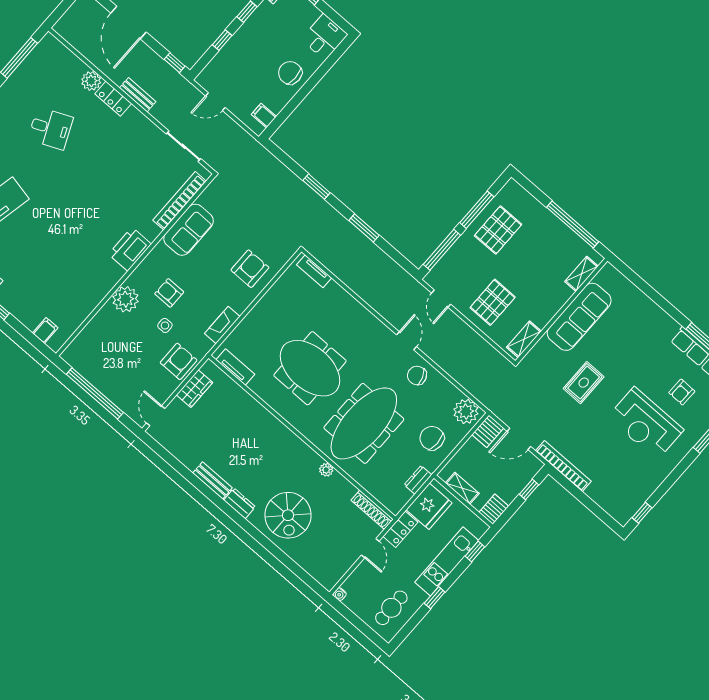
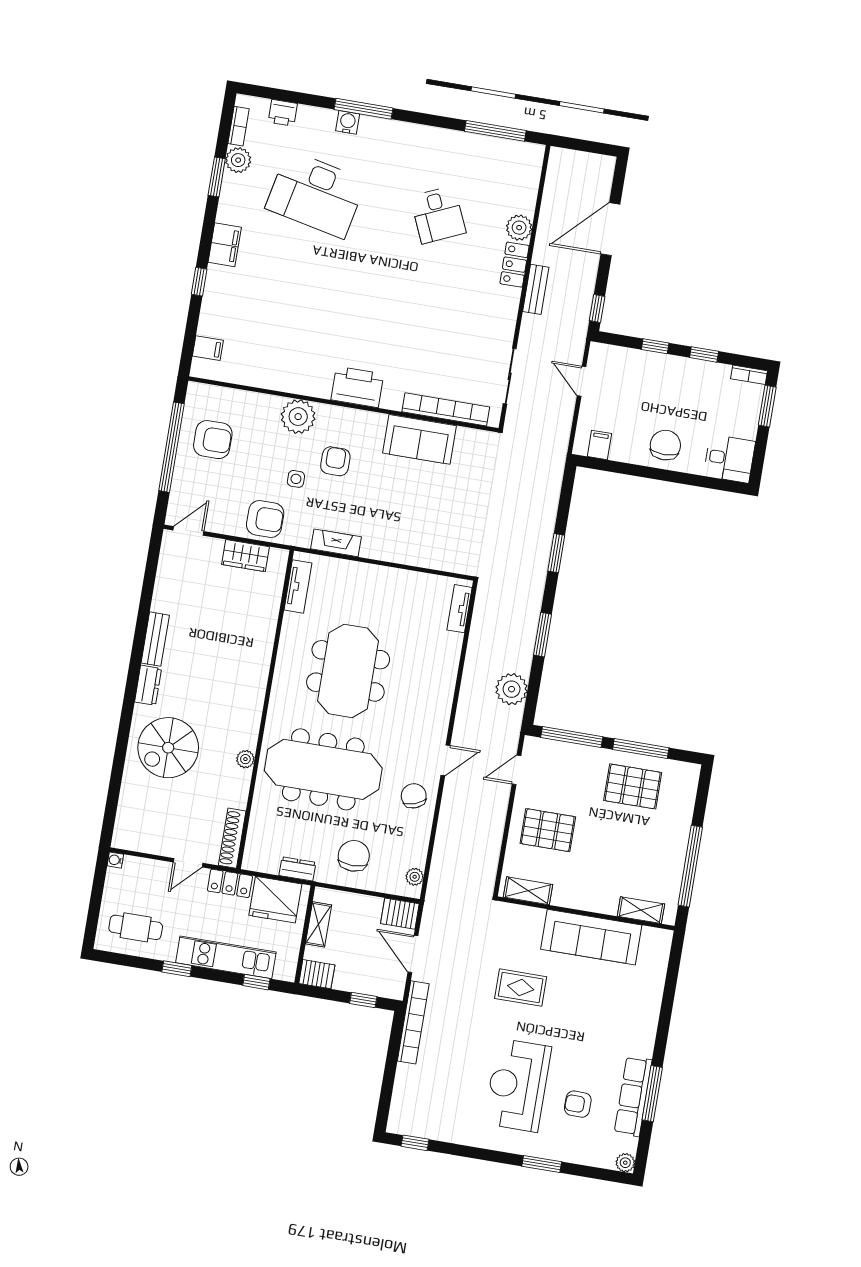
armchair: (250, 269) -> (213, 440), moved
plant: (387, 270) -> (512, 689), added
plant: (466, 412) -> (415, 877), width x0.53, depth x0.53

